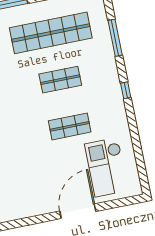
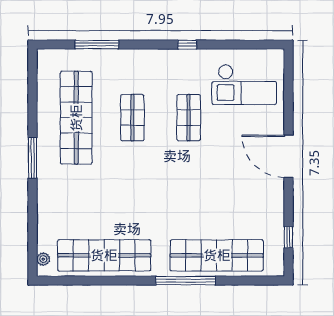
window: (126, 90) -> (187, 45), moved
door: (78, 211) -> (288, 156), moved

